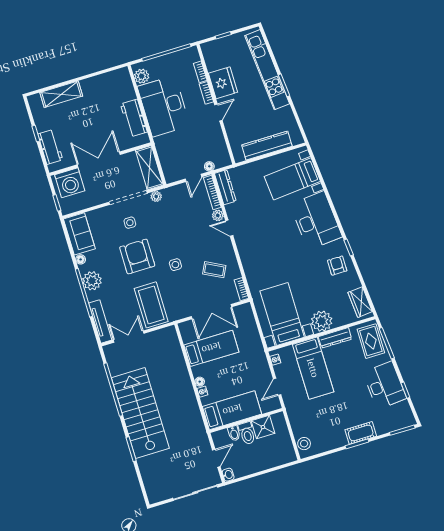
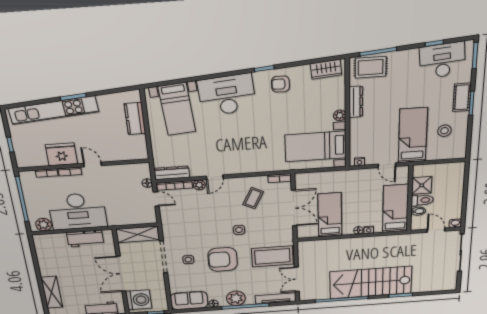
kitchen counter: (267, 146) -> (135, 119), width x0.67
plant: (156, 196) -> (168, 234), removed
plant: (322, 321) -> (340, 115), width x0.53, depth x0.53
bed: (313, 368) -> (413, 135), moved, turned -90
desk: (385, 385) -> (442, 60), moved
stool: (304, 444) -> (444, 131), moved

